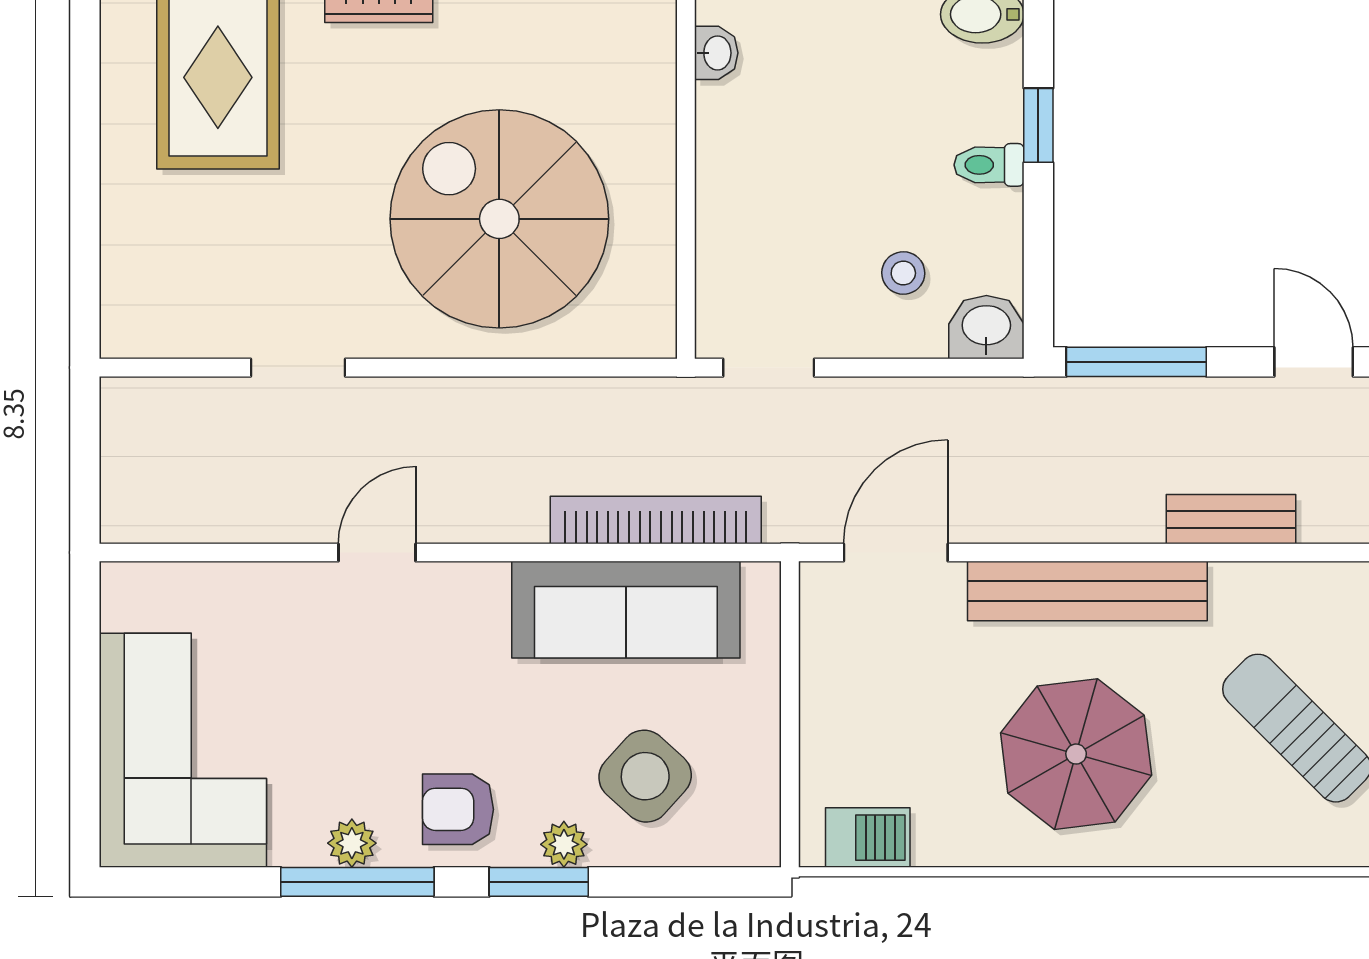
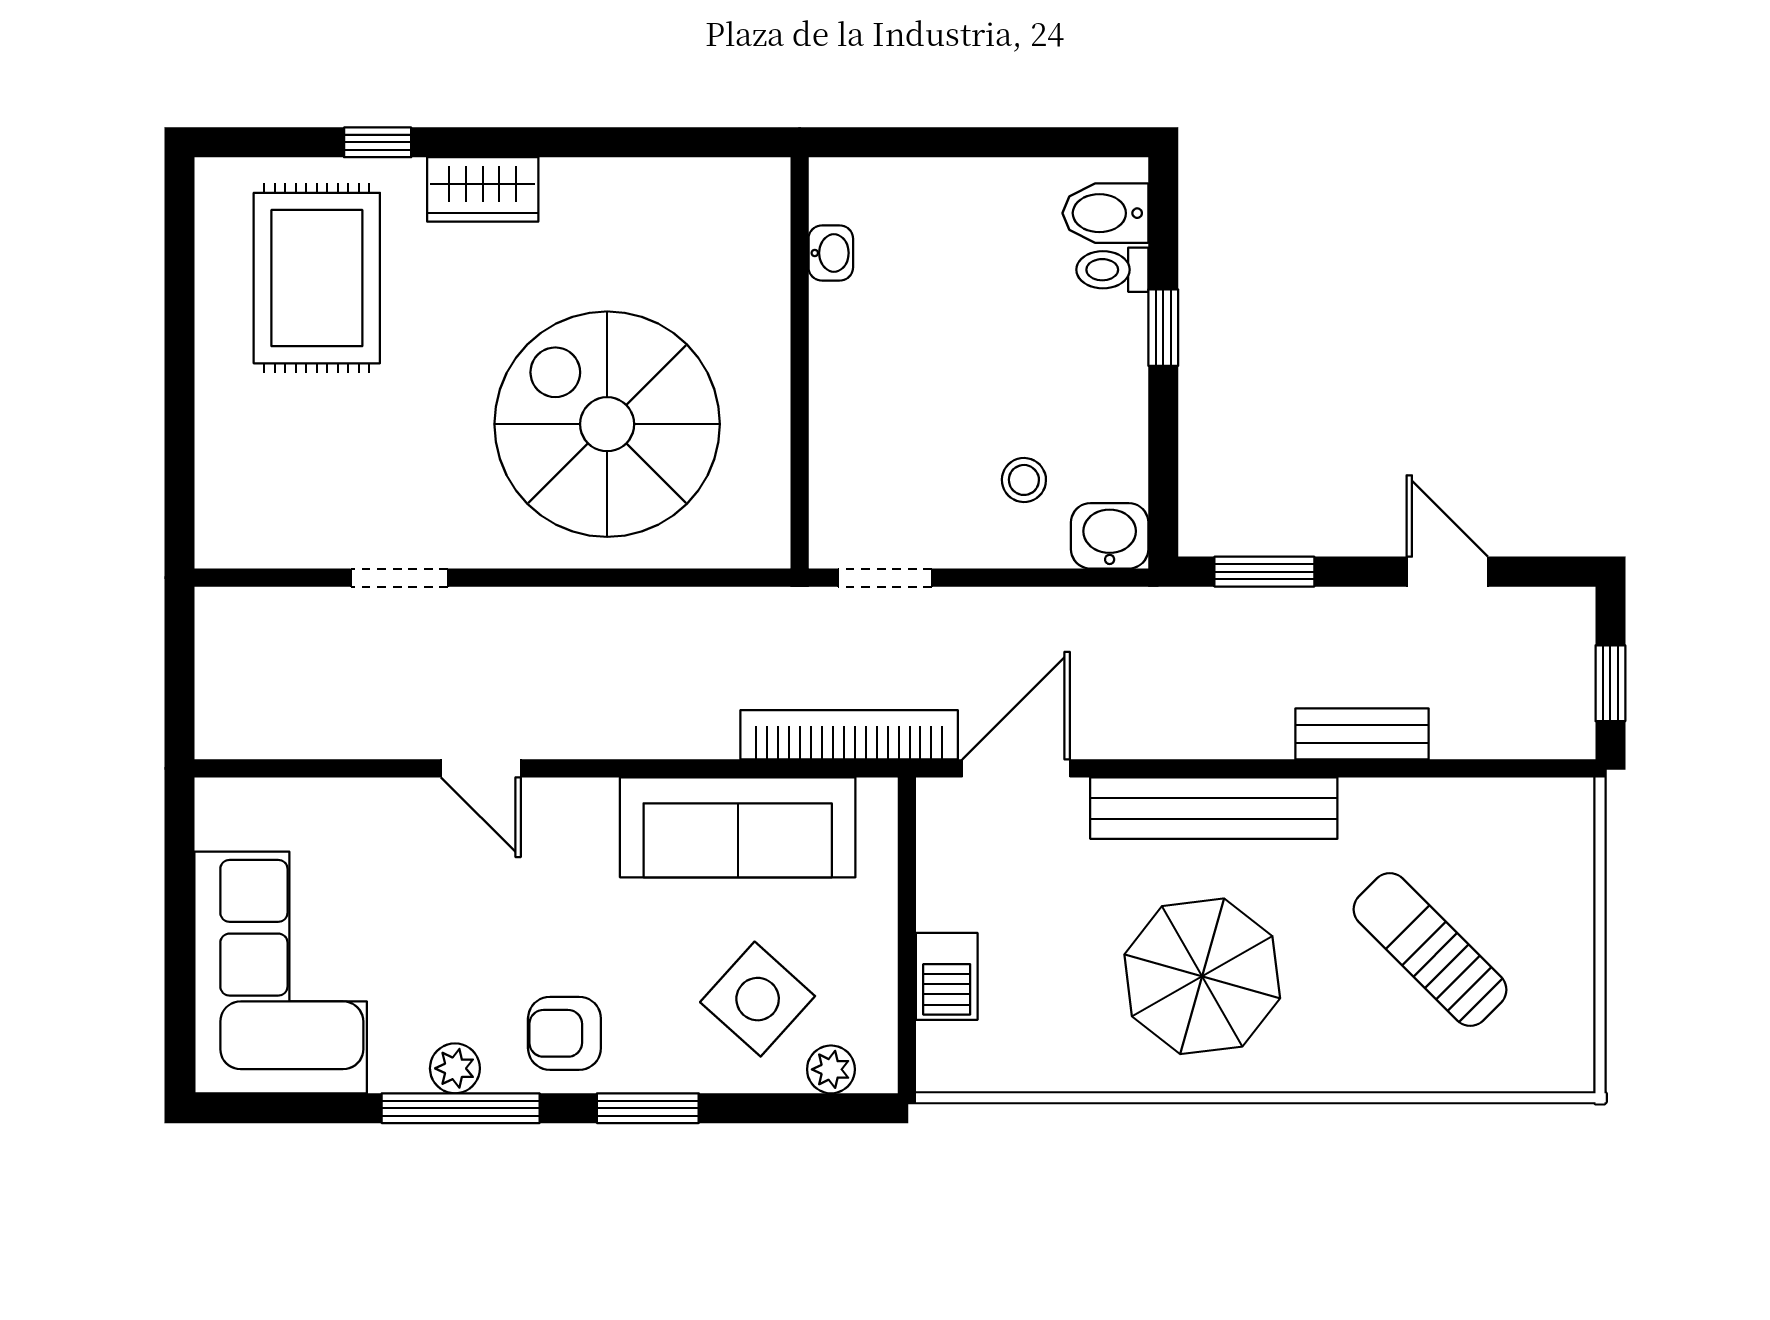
toilet: (989, 165) -> (1112, 270), moved
window: (1136, 362) -> (1264, 572), width x0.69
bookcase: (656, 520) -> (849, 735), moved
door: (377, 553) -> (481, 768), swing flipped
barbecue: (868, 838) -> (947, 976), moved, turned 90
plant: (564, 844) -> (831, 1069), moved

